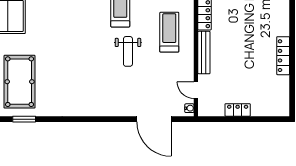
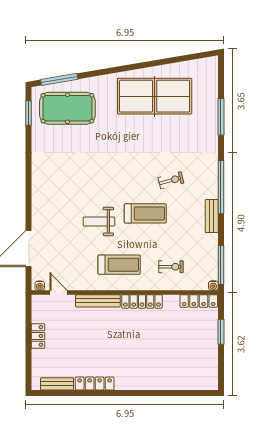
door: (196, 90) -> (59, 292), hinge flipped
bench: (283, 92) -> (57, 384), added

